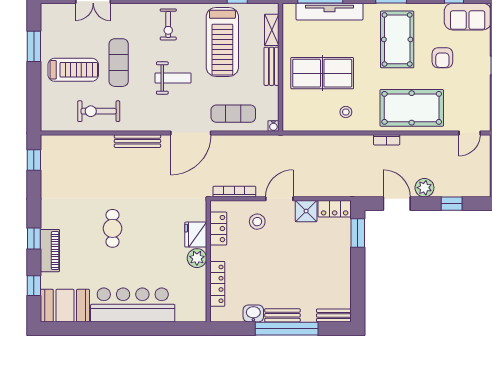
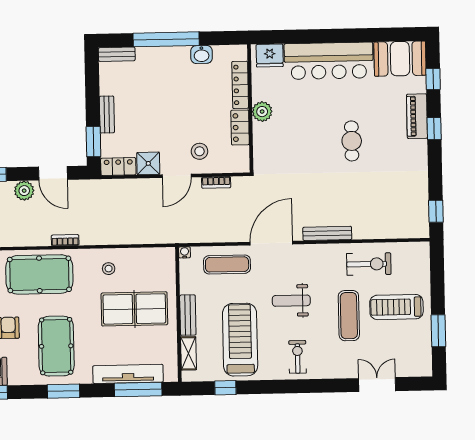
bookcase: (234, 192) -> (216, 182), width x0.64
locker: (218, 229) -> (240, 127), moved
fridge: (196, 235) -> (270, 55), moved, turned 90
bench: (282, 315) -> (107, 115), moved, turned 90

